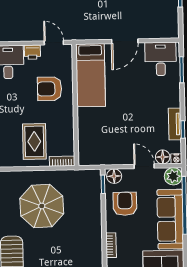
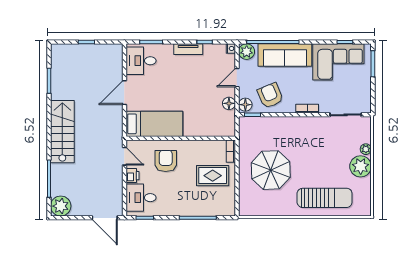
door: (125, 41) -> (124, 93), swing flipped
door: (54, 43) -> (124, 156), swing flipped
armchair: (49, 89) -> (166, 161), turned 180
tv unit: (175, 124) -> (188, 49), moved
floor lamp: (163, 157) -> (229, 103), moved
armchair: (125, 204) -> (270, 95), turned 67

